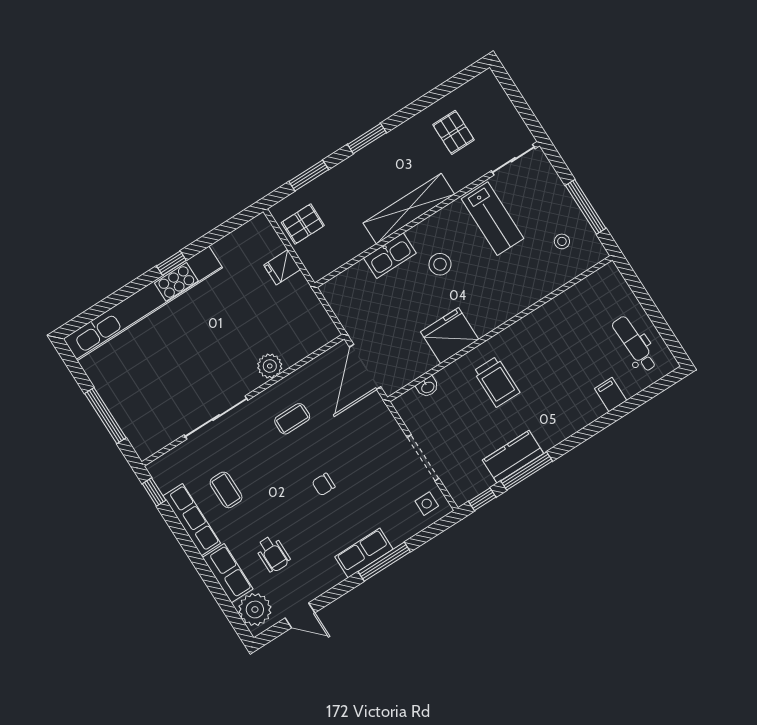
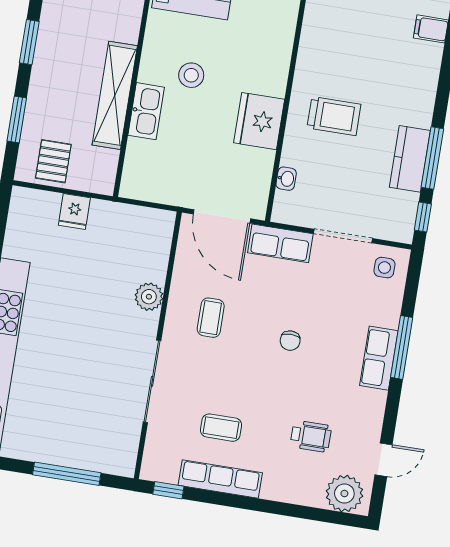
shelving: (409, 209) -> (115, 95), moved
row of seats: (228, 573) -> (280, 243), moved, turned 180

